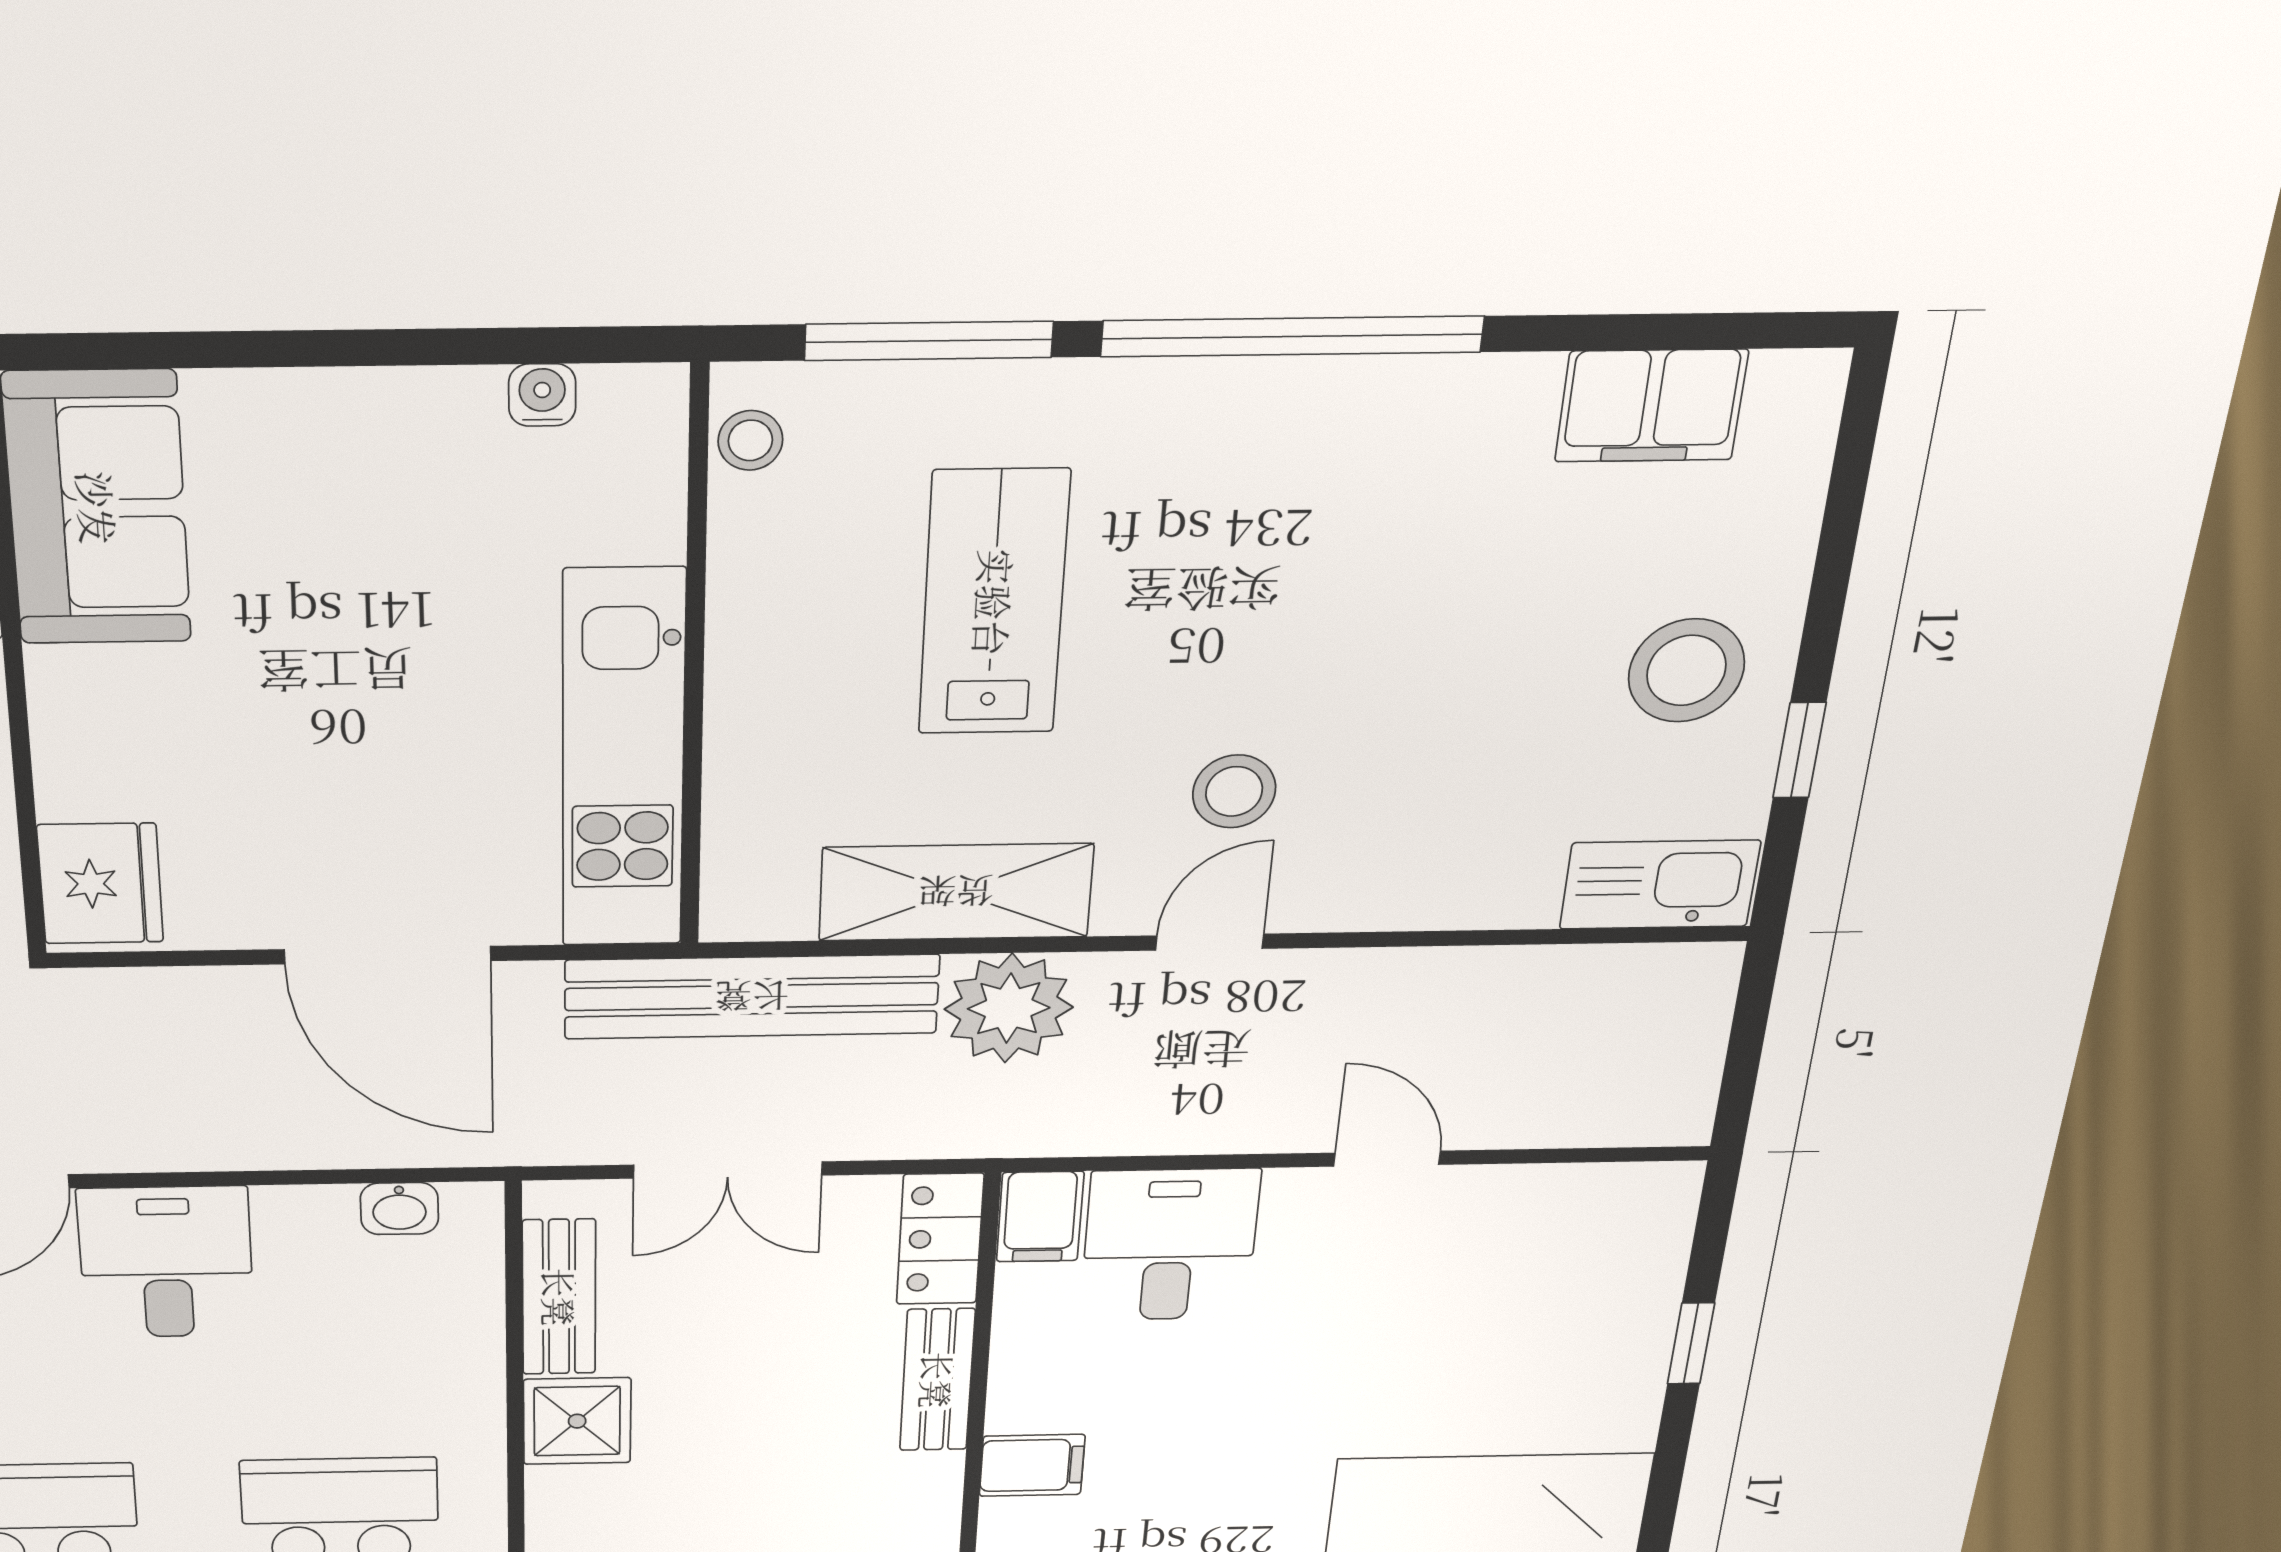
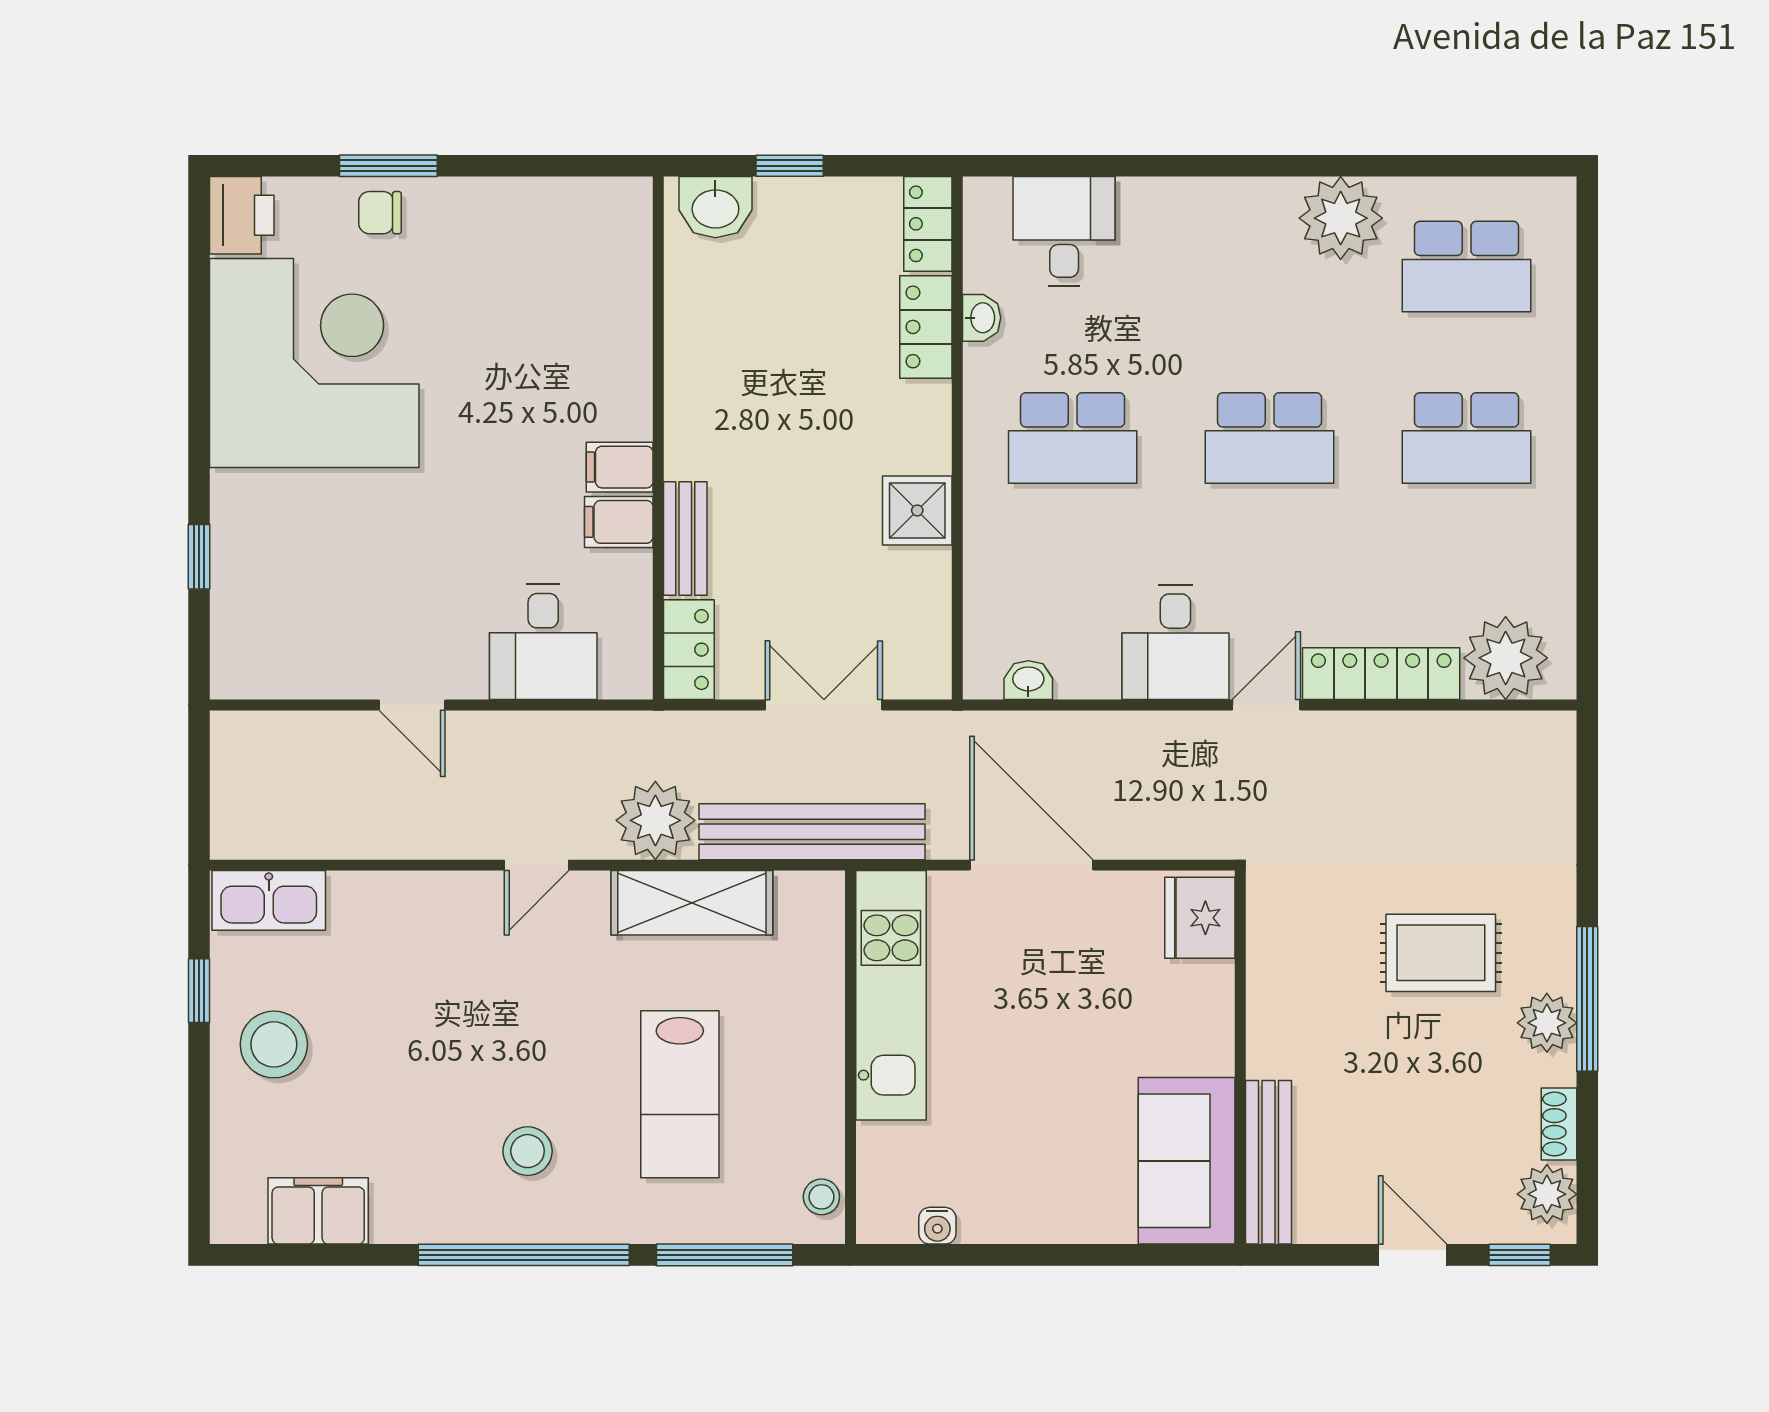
stool: (1234, 791) -> (528, 1151), moved
filing cabinet: (1040, 1217) -> (619, 522), moved, turned -90
bench: (559, 1297) -> (929, 610), removed

